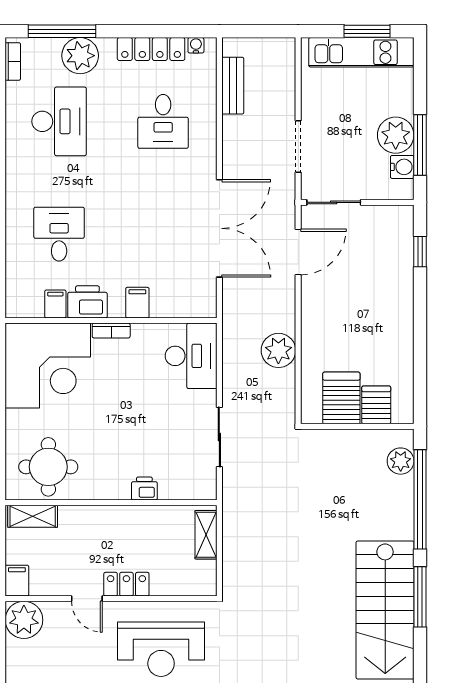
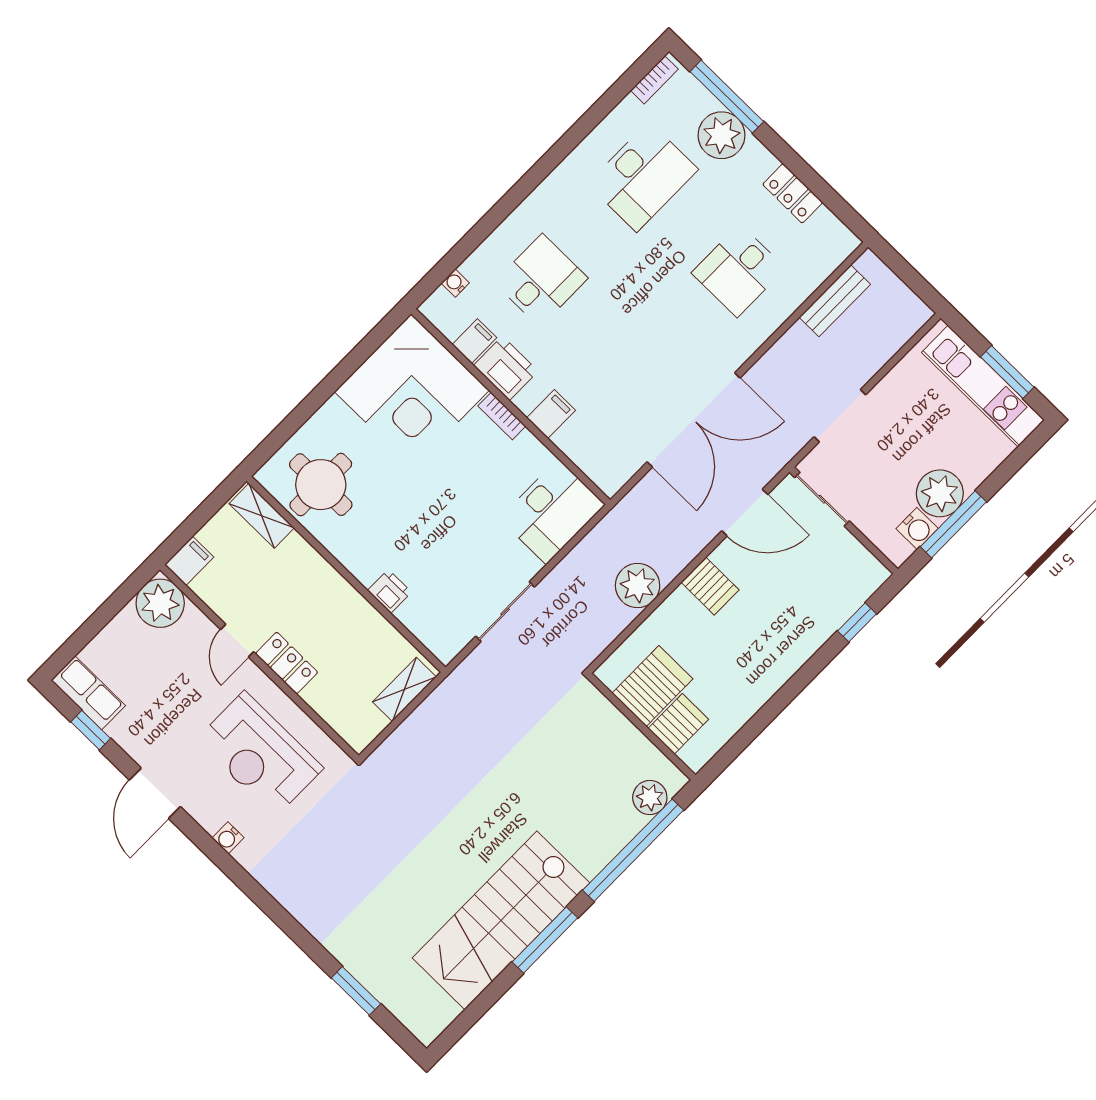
water cooler: (196, 45) -> (455, 283), moved, turned -90
locker: (151, 49) -> (793, 193), width x0.66
server rack: (319, 311) -> (710, 586), added

